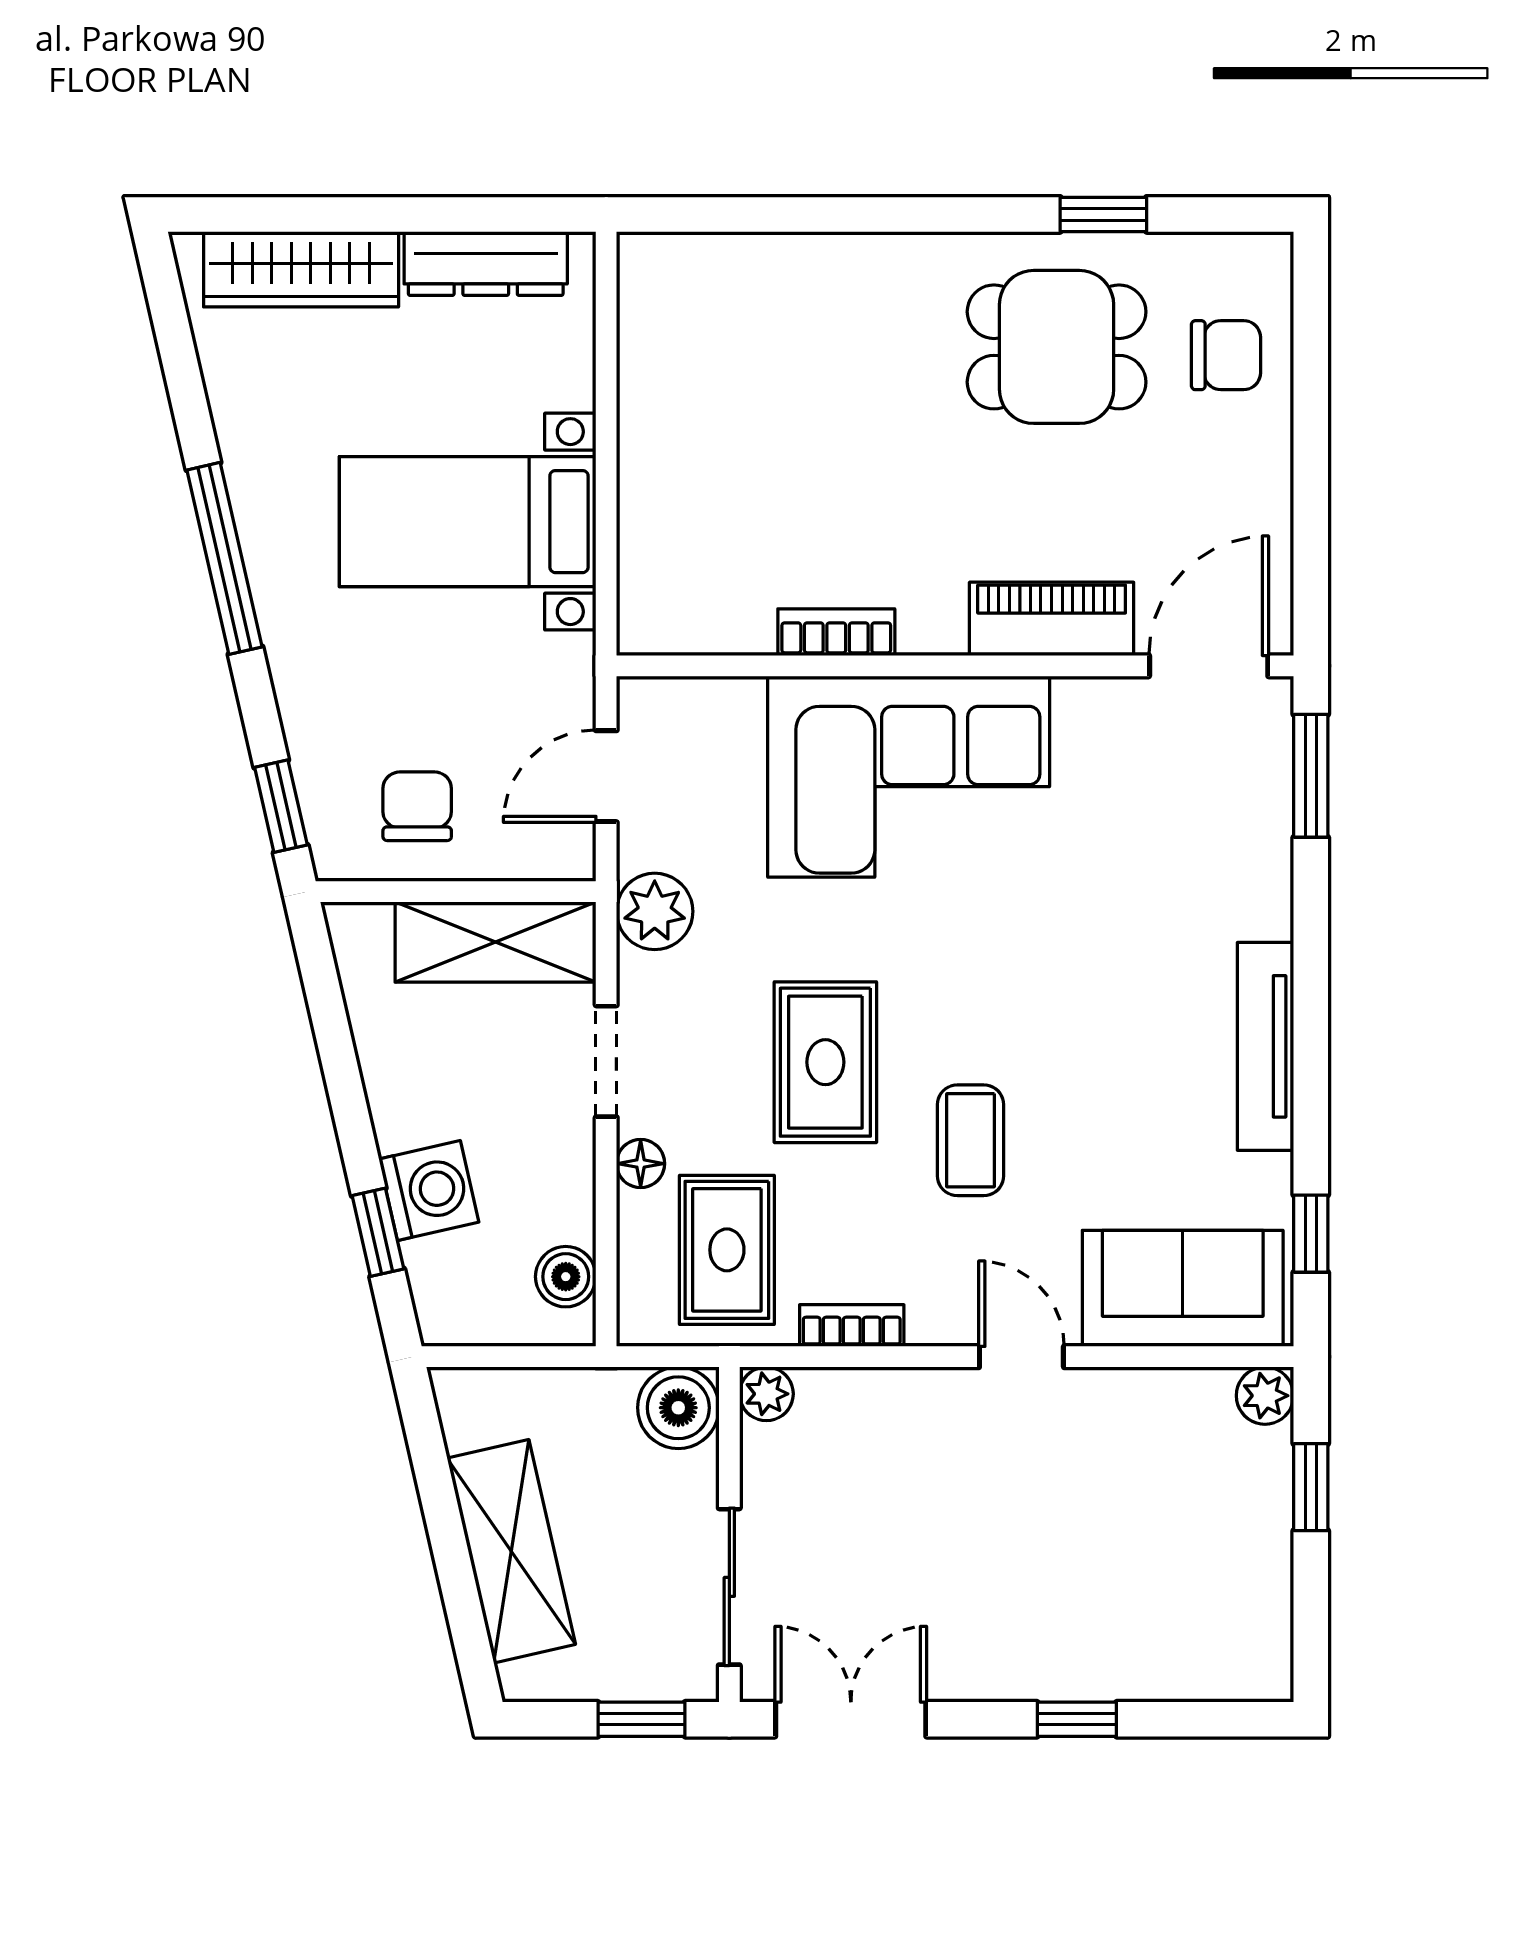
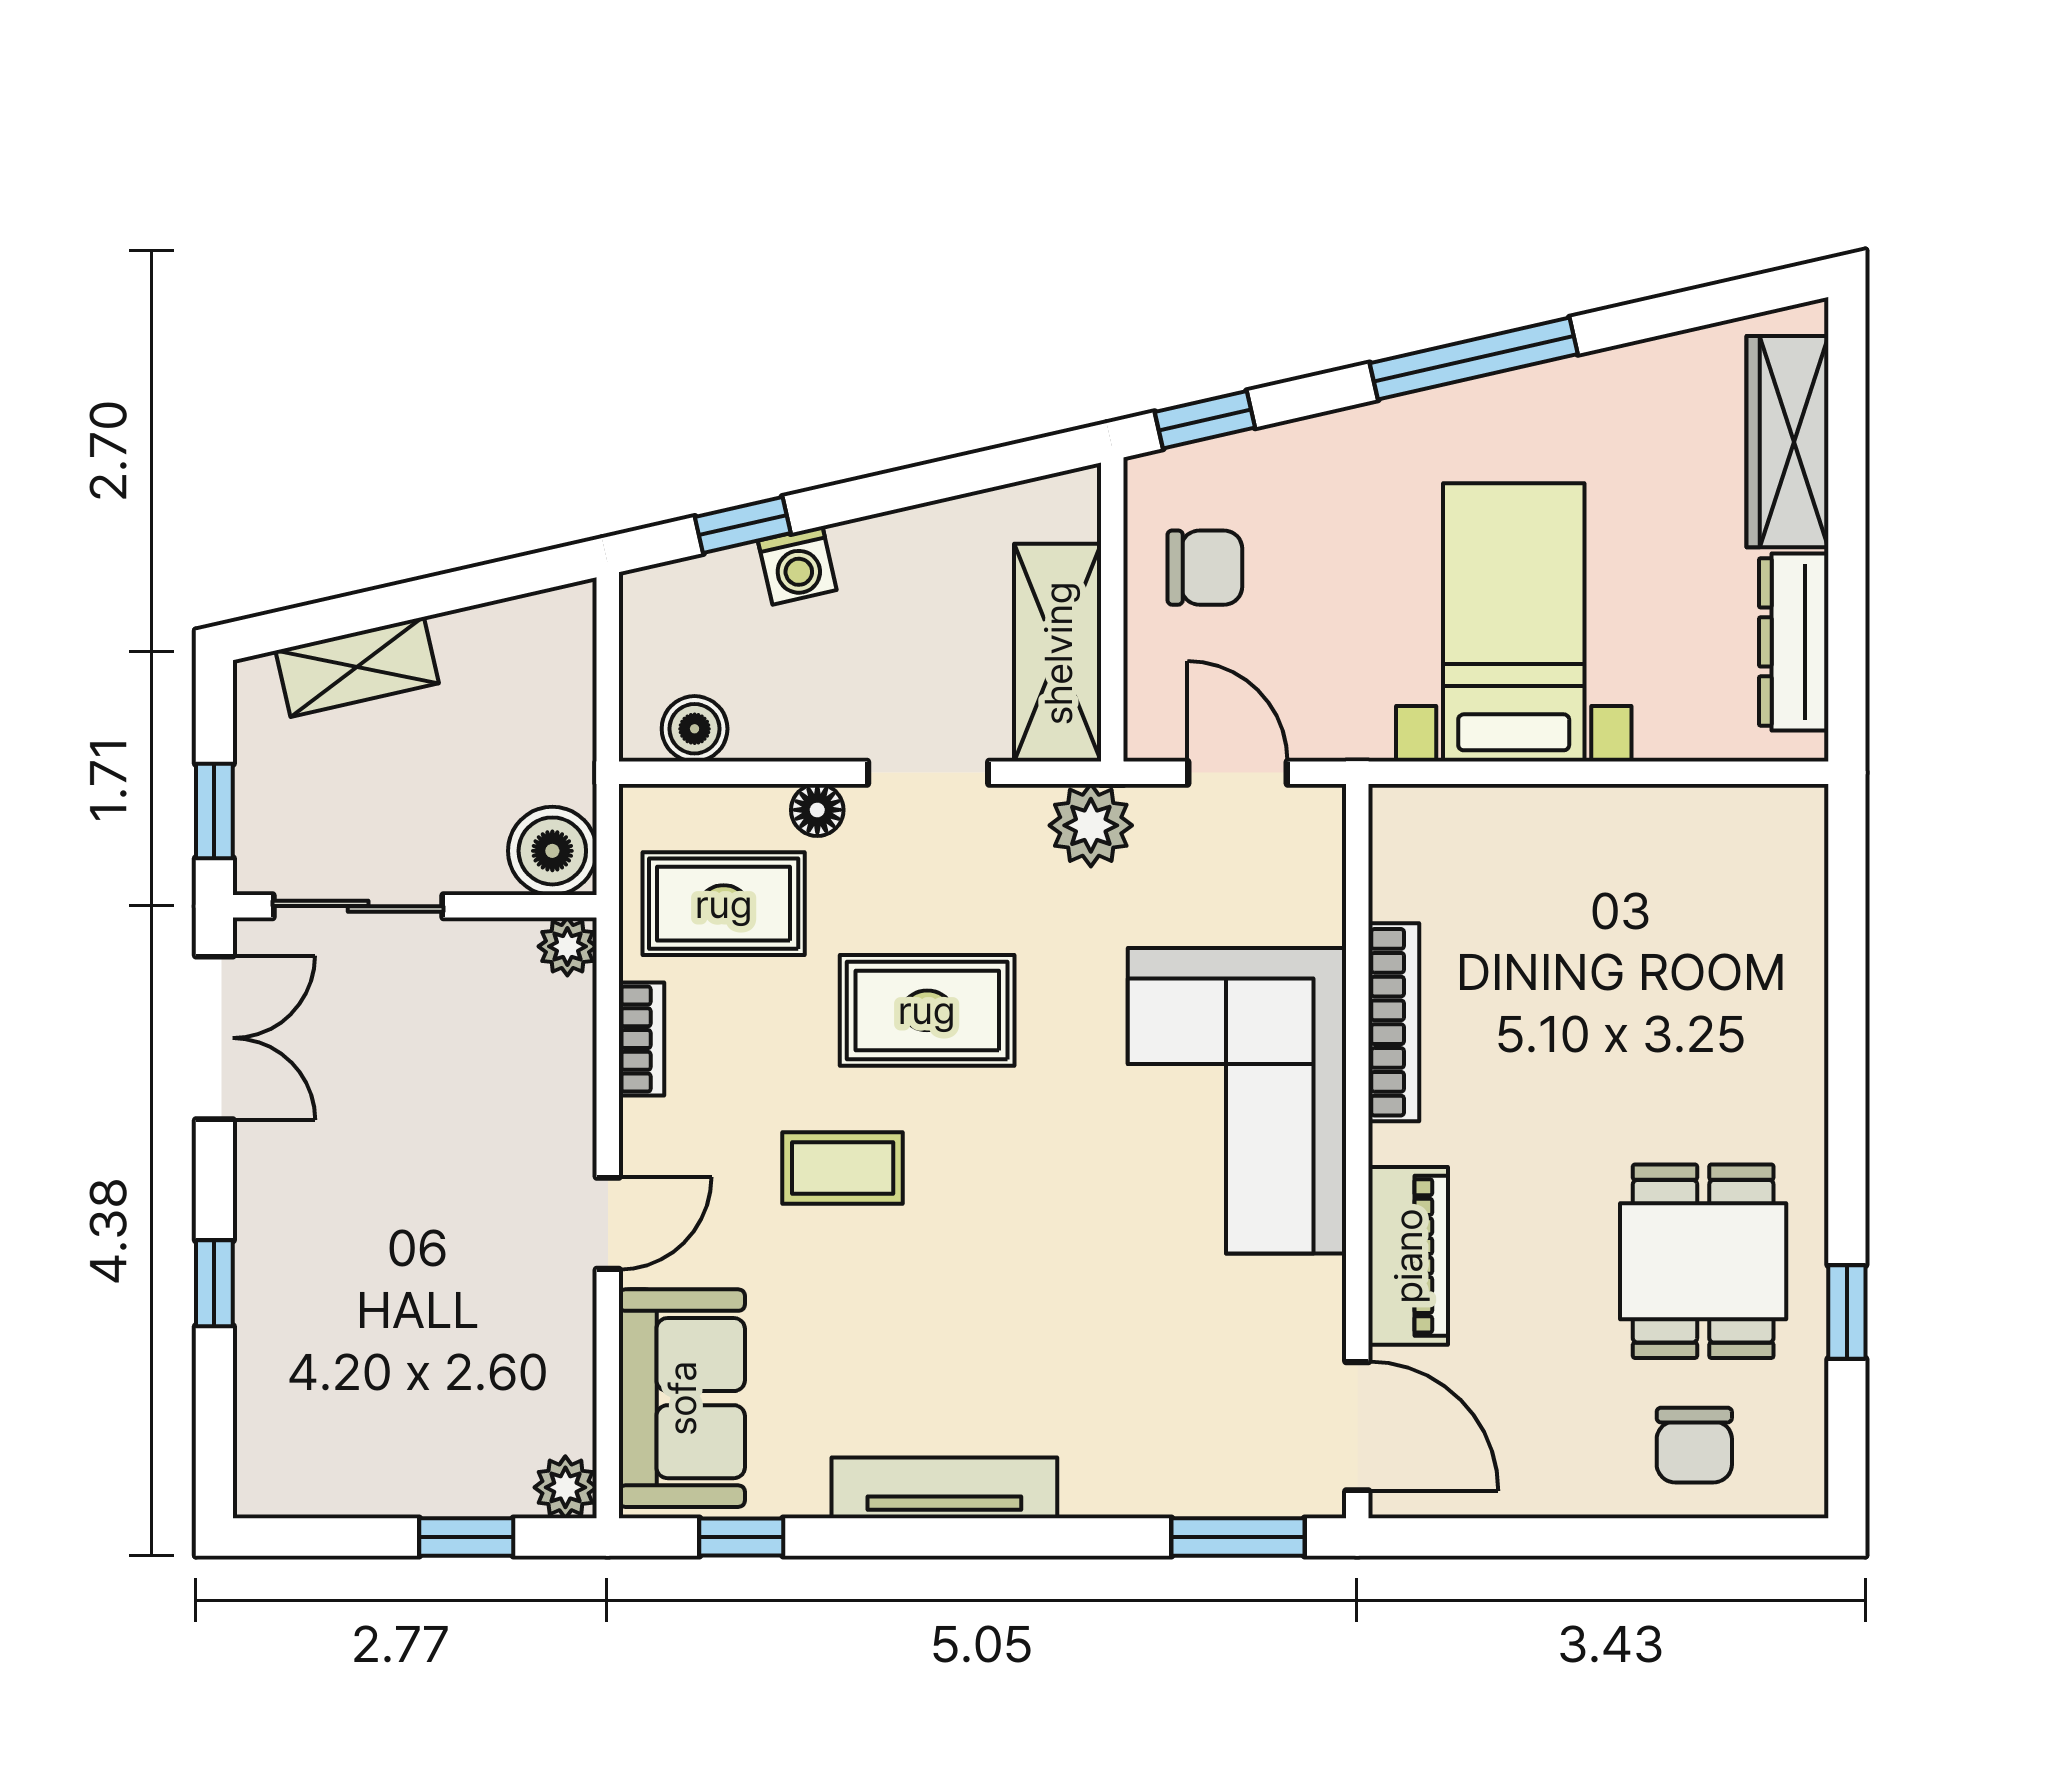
bookcase: (836, 632) -> (1394, 1022), width x1.56
washing machine: (429, 1191) -> (797, 565), width x0.73, depth x0.73
shelving: (511, 1551) -> (357, 667), width x0.67, depth x0.75

